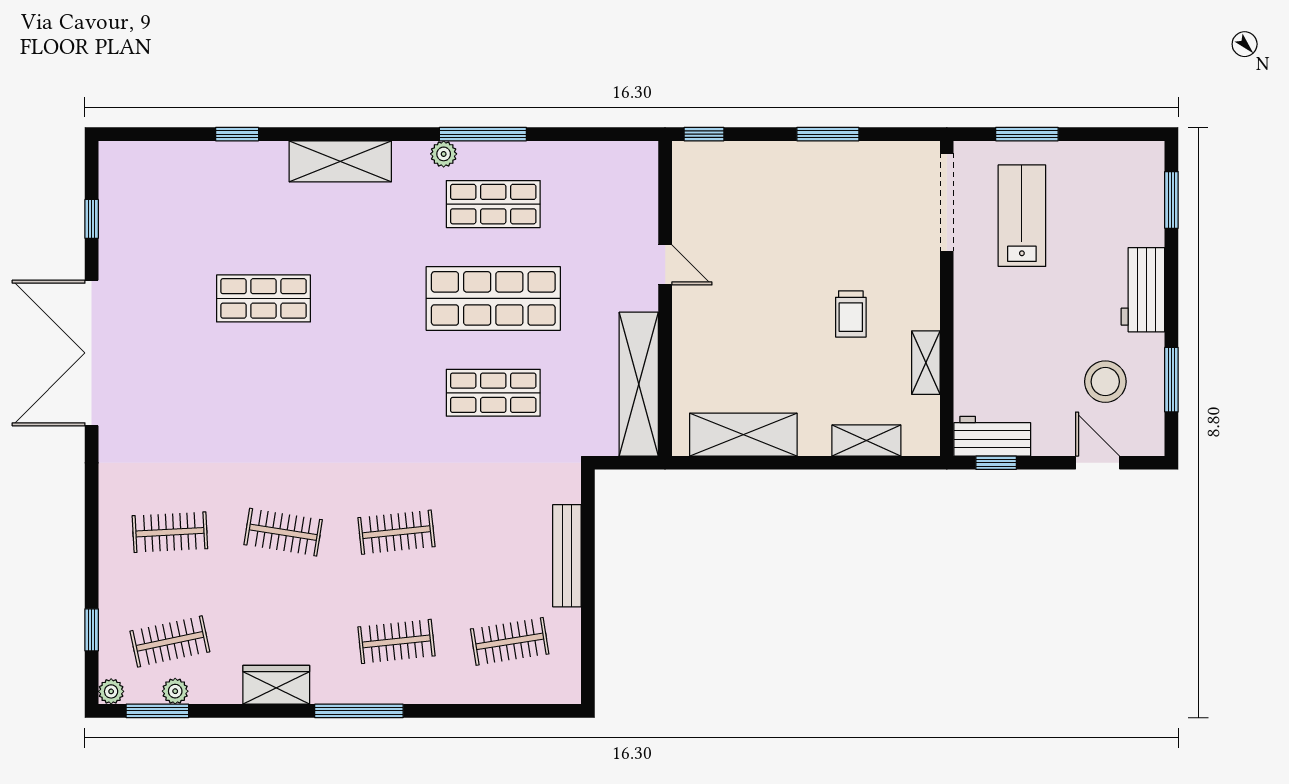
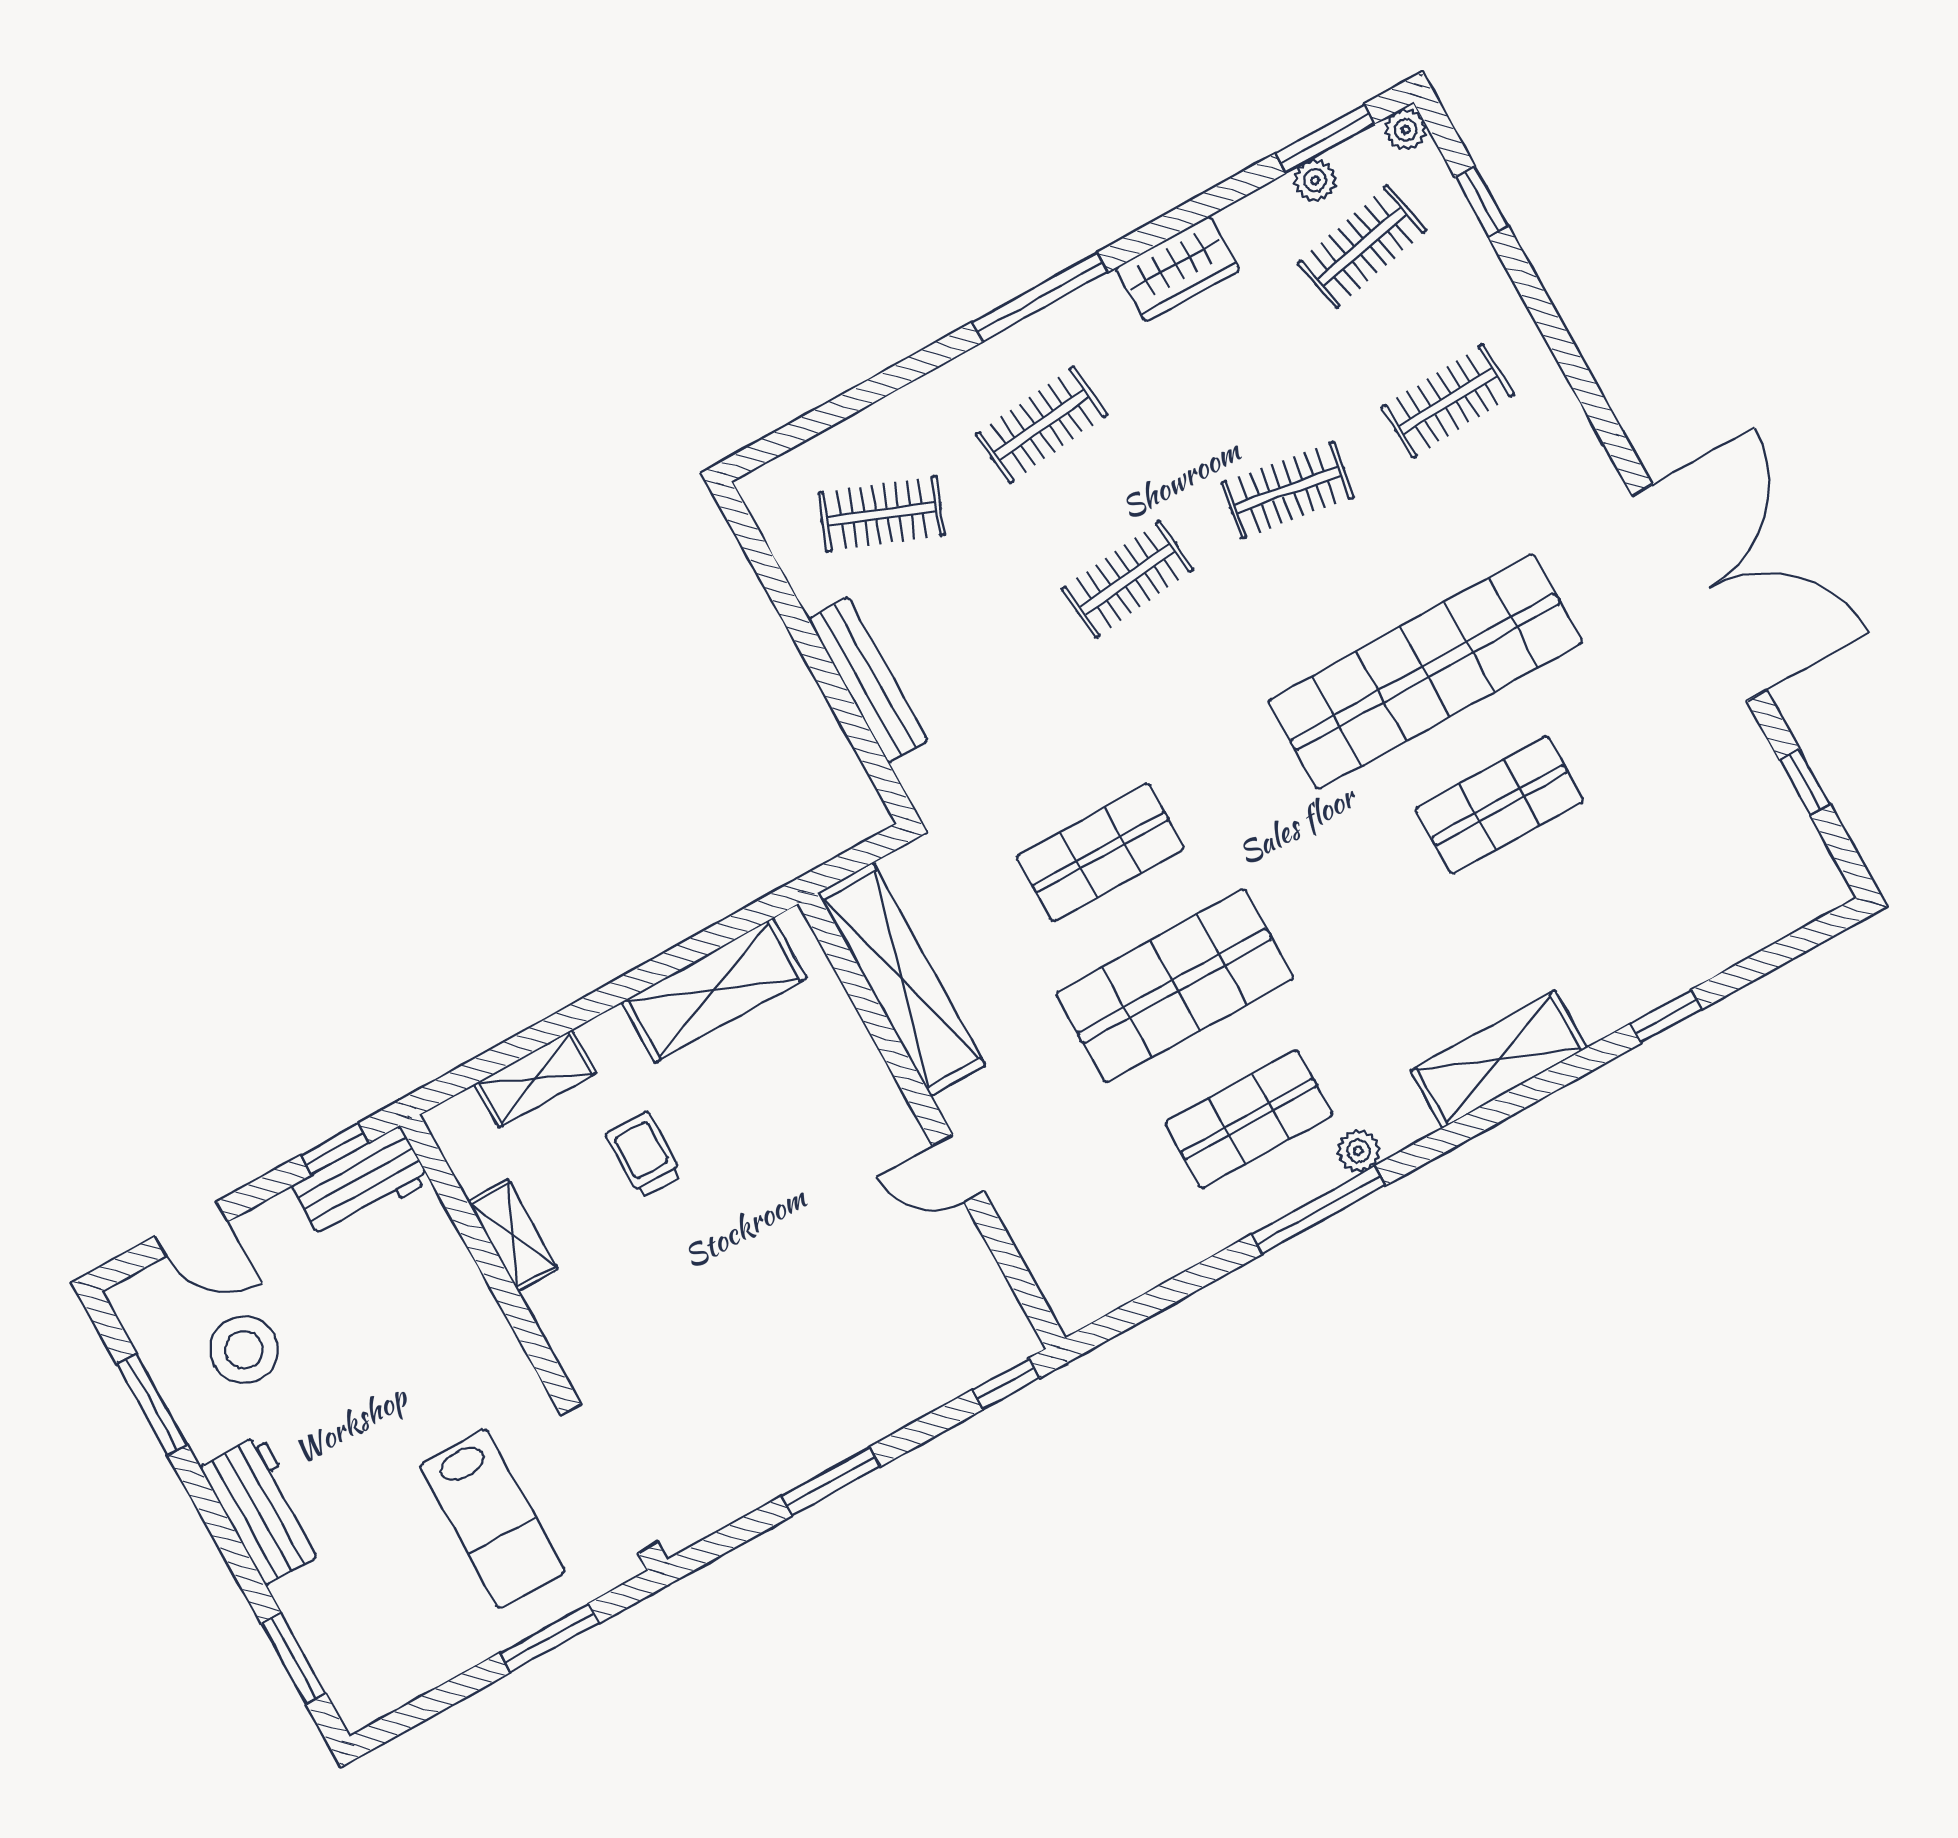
trolley: (851, 314) -> (644, 1155), moved
shop shelf: (263, 393) -> (1425, 672), added
clothes rail: (510, 641) -> (882, 514), turned 30

